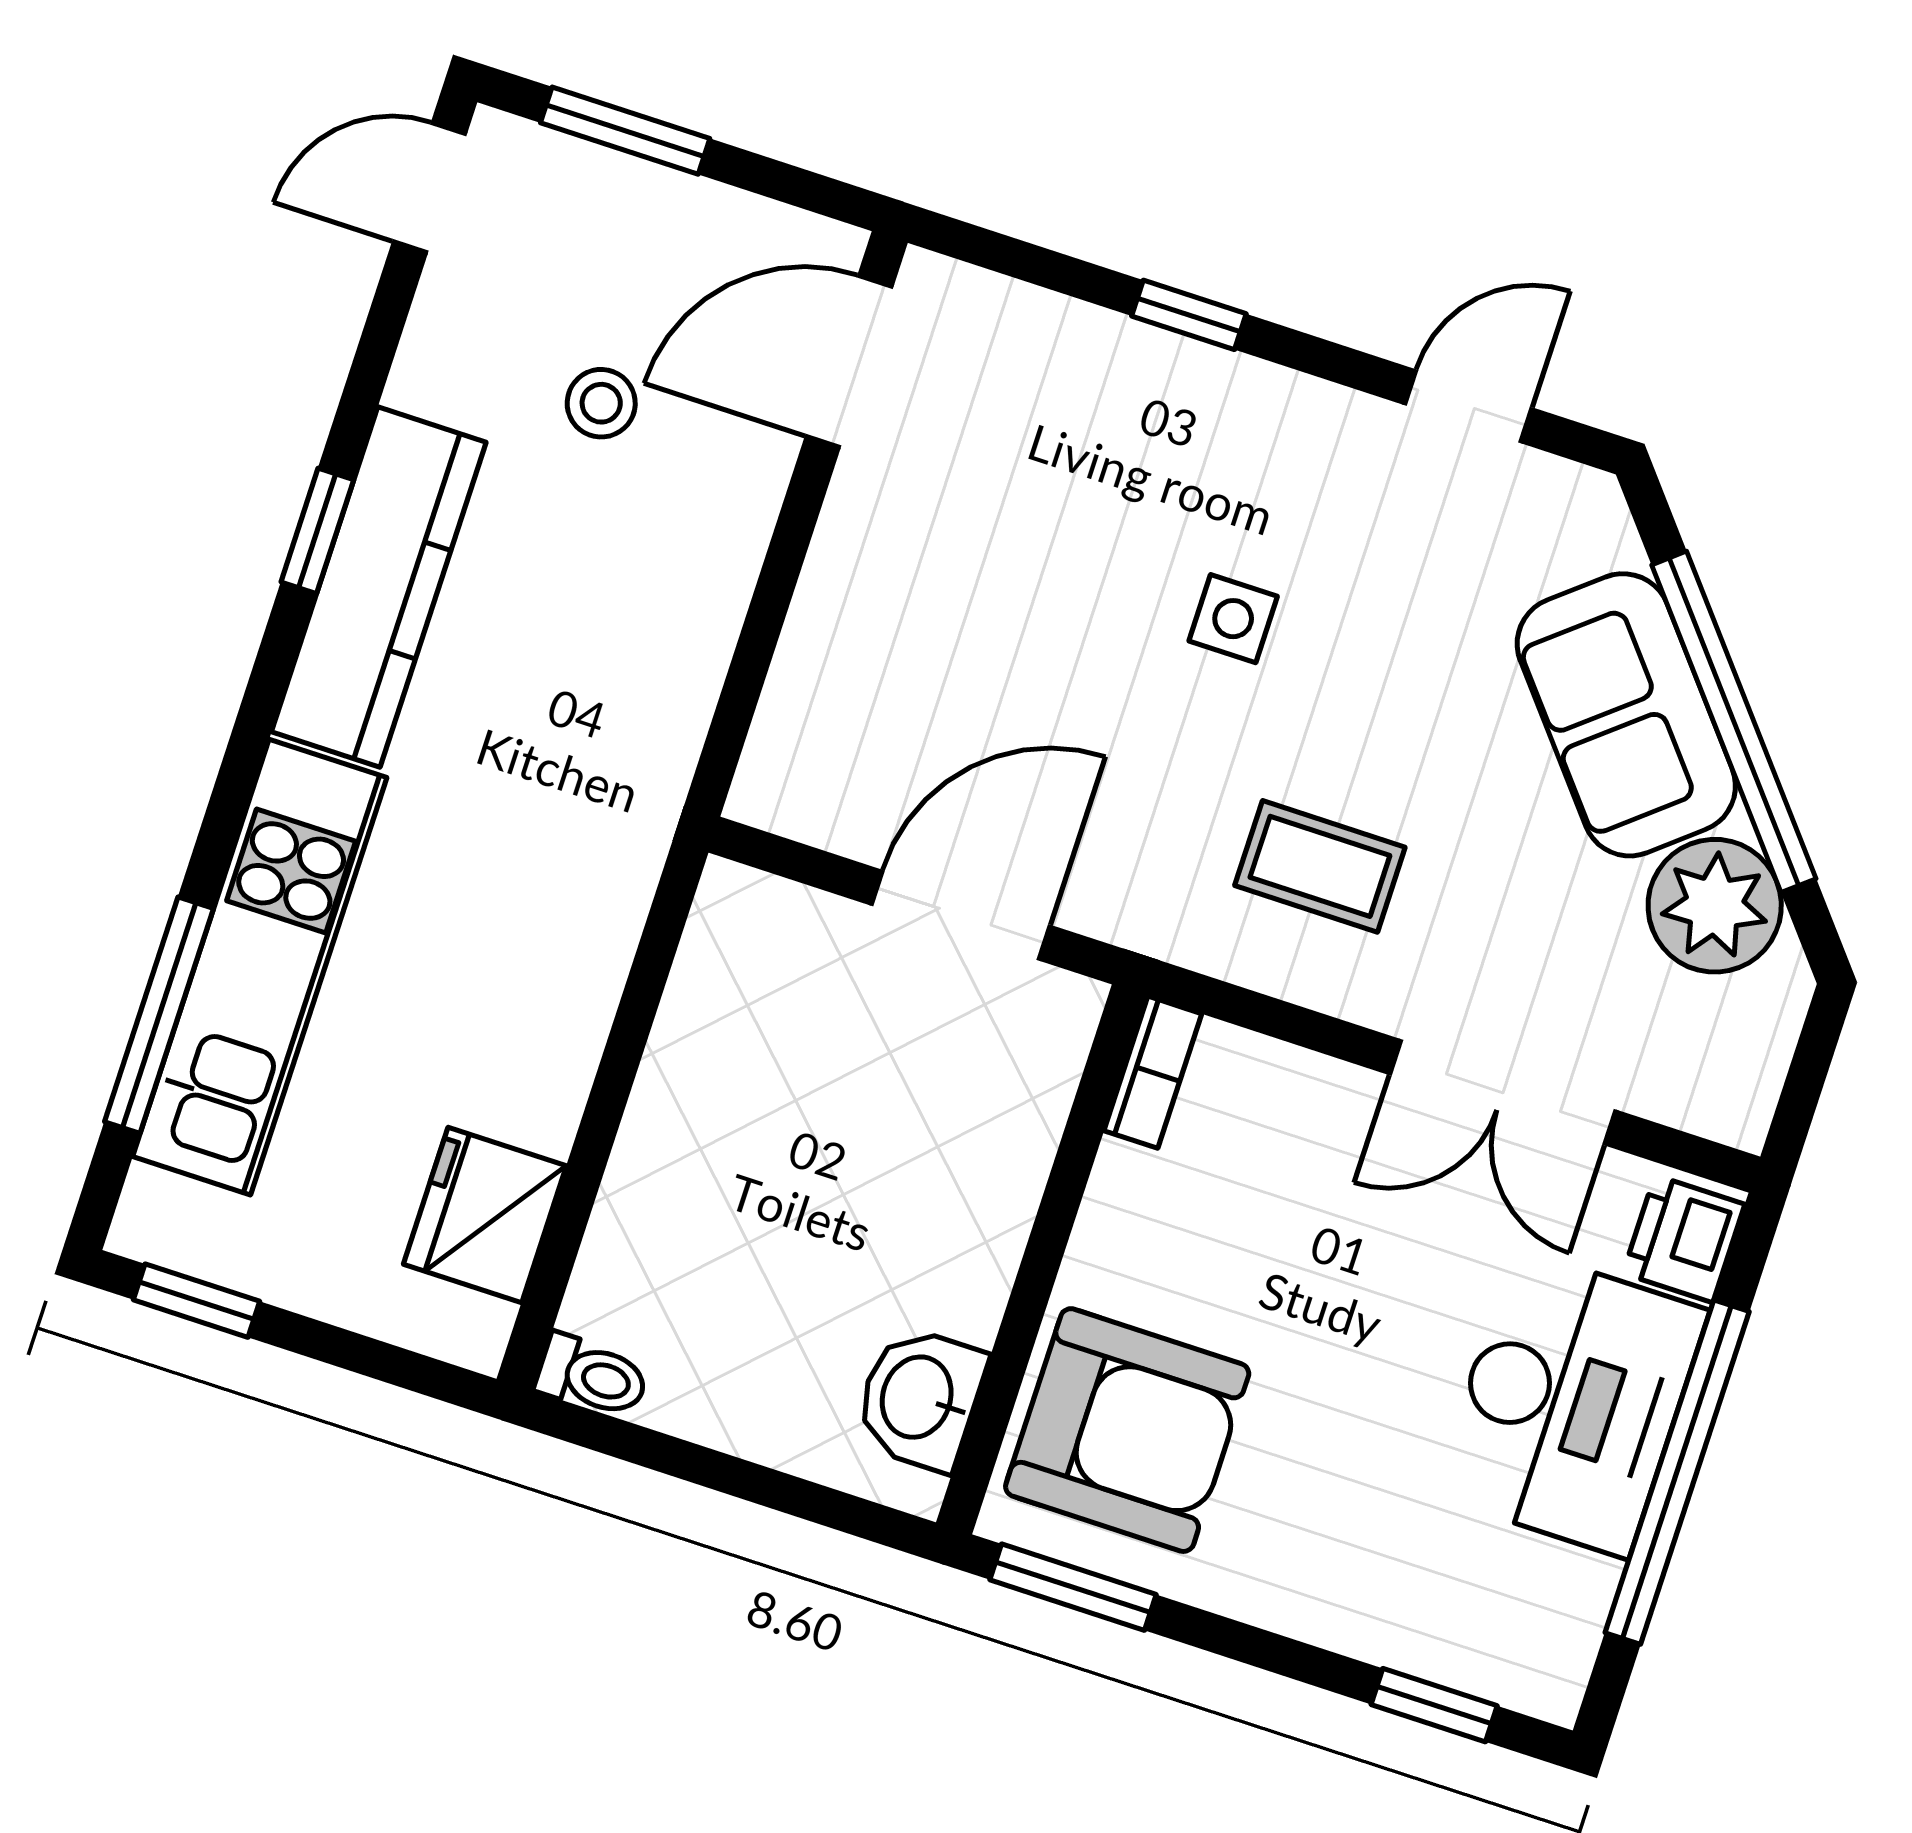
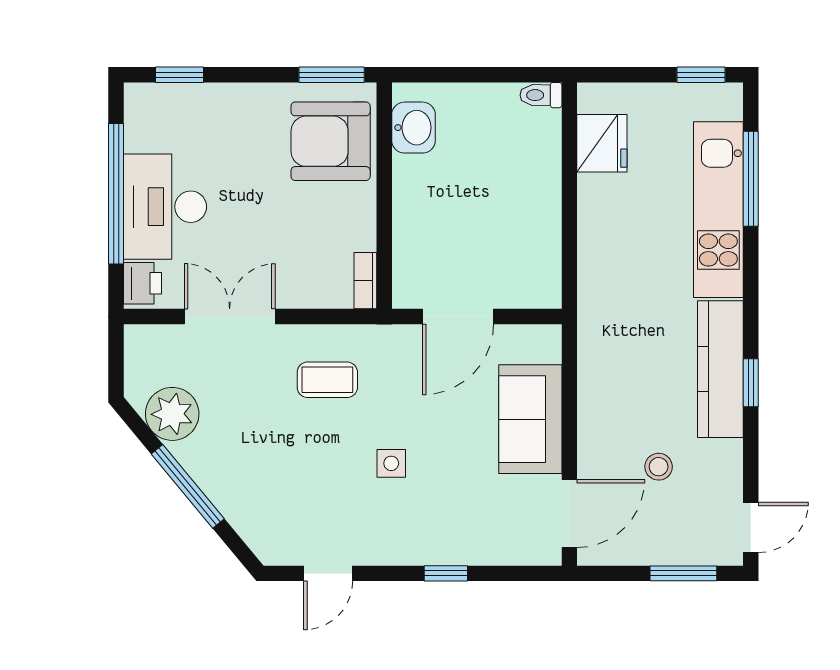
sofa: (1626, 715) -> (530, 419), moved, turned -140
window: (1734, 722) -> (188, 486), width x0.68

